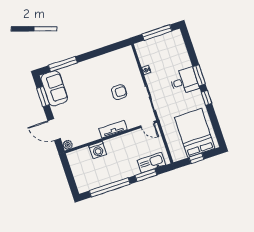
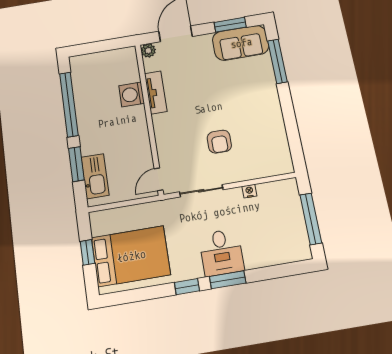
tv unit: (113, 129) -> (156, 92), moved

